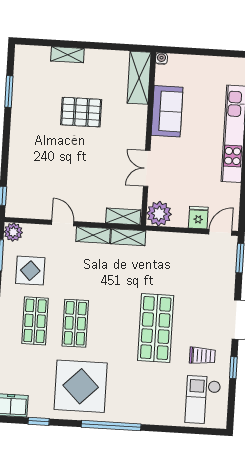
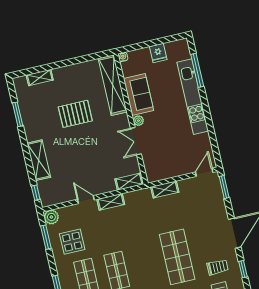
shelving: (67, 55) -> (40, 77), moved
shelving: (139, 78) -> (113, 85), width x1.47
shelving: (18, 157) -> (39, 160), added
plant: (159, 214) -> (138, 121), moved, width x0.53, depth x0.53
fridge: (198, 218) -> (158, 53), moved, turned 180
shelving: (128, 237) -> (165, 189), moved

